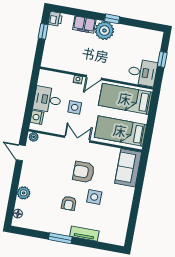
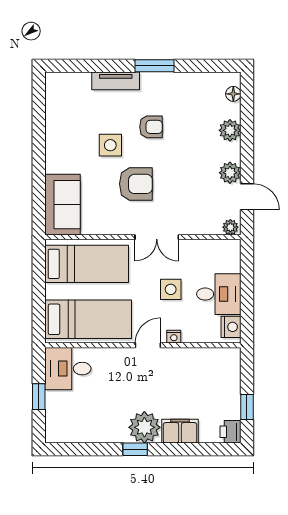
nightstand: (37, 117) -> (231, 327), moved
plant: (28, 168) -> (230, 173), added
armchair: (69, 203) -> (151, 127), turned 90

